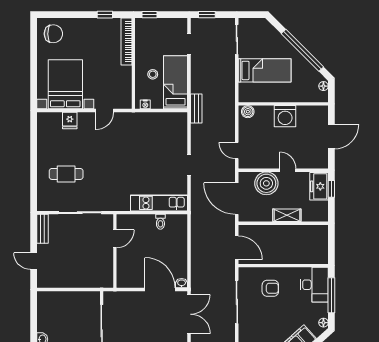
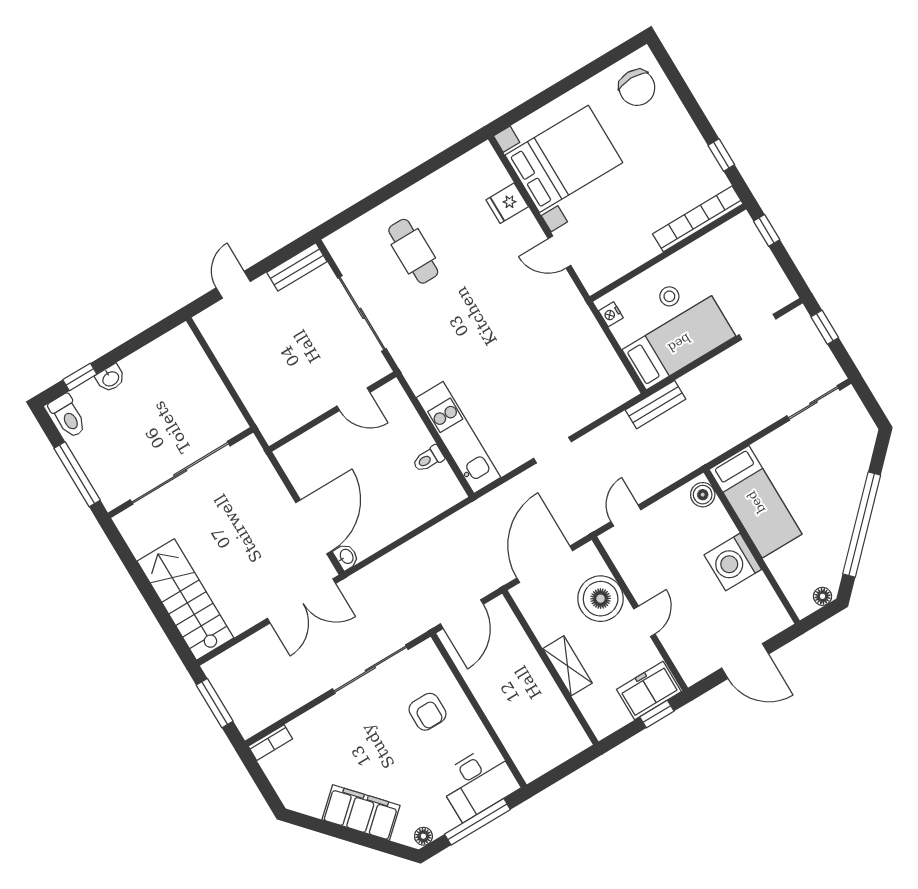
bed: (265, 70) -> (756, 502), moved

